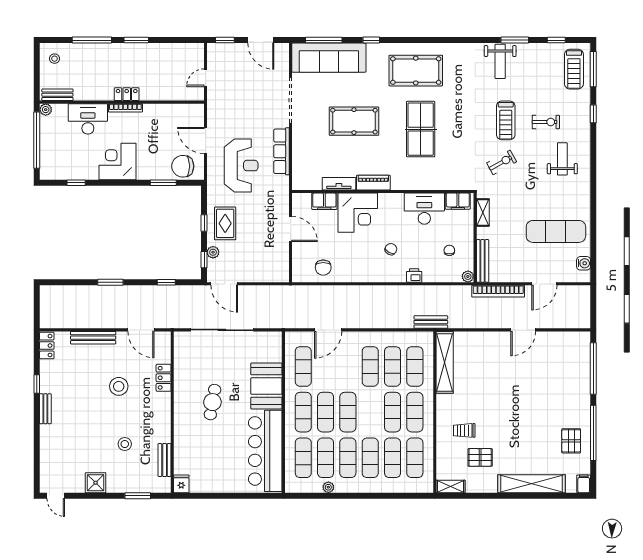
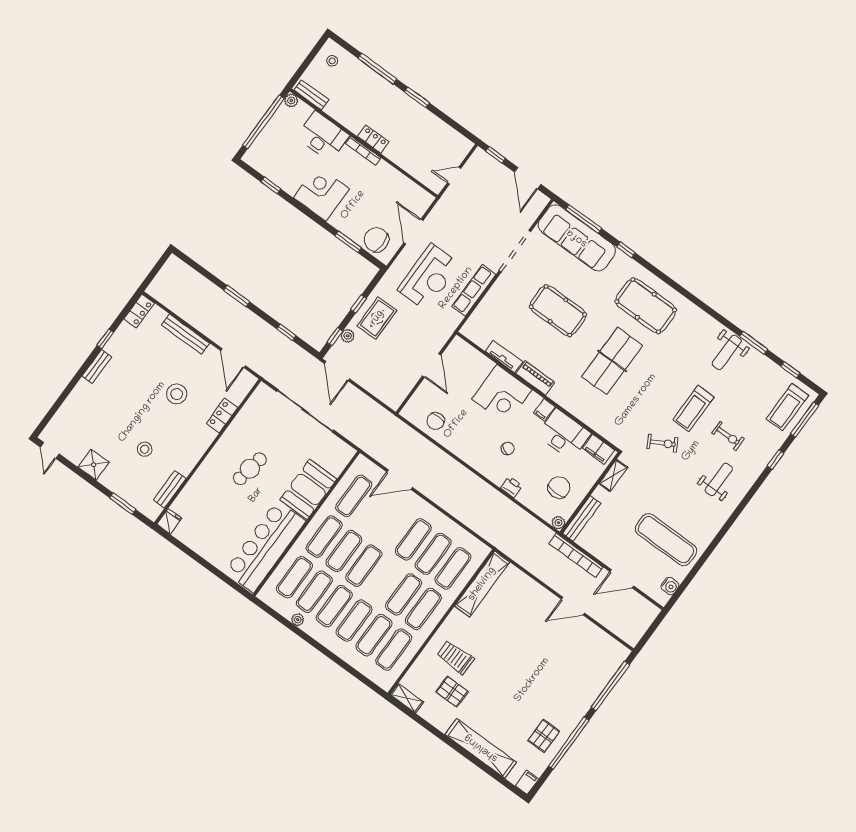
filing cabinet: (324, 201) -> (544, 410), moved, width x0.50
chair: (449, 250) -> (559, 487), width x1.87, depth x1.87
bench: (431, 322) -> (496, 539), removed
trolley: (464, 430) -> (455, 657), width x1.36, depth x1.39

